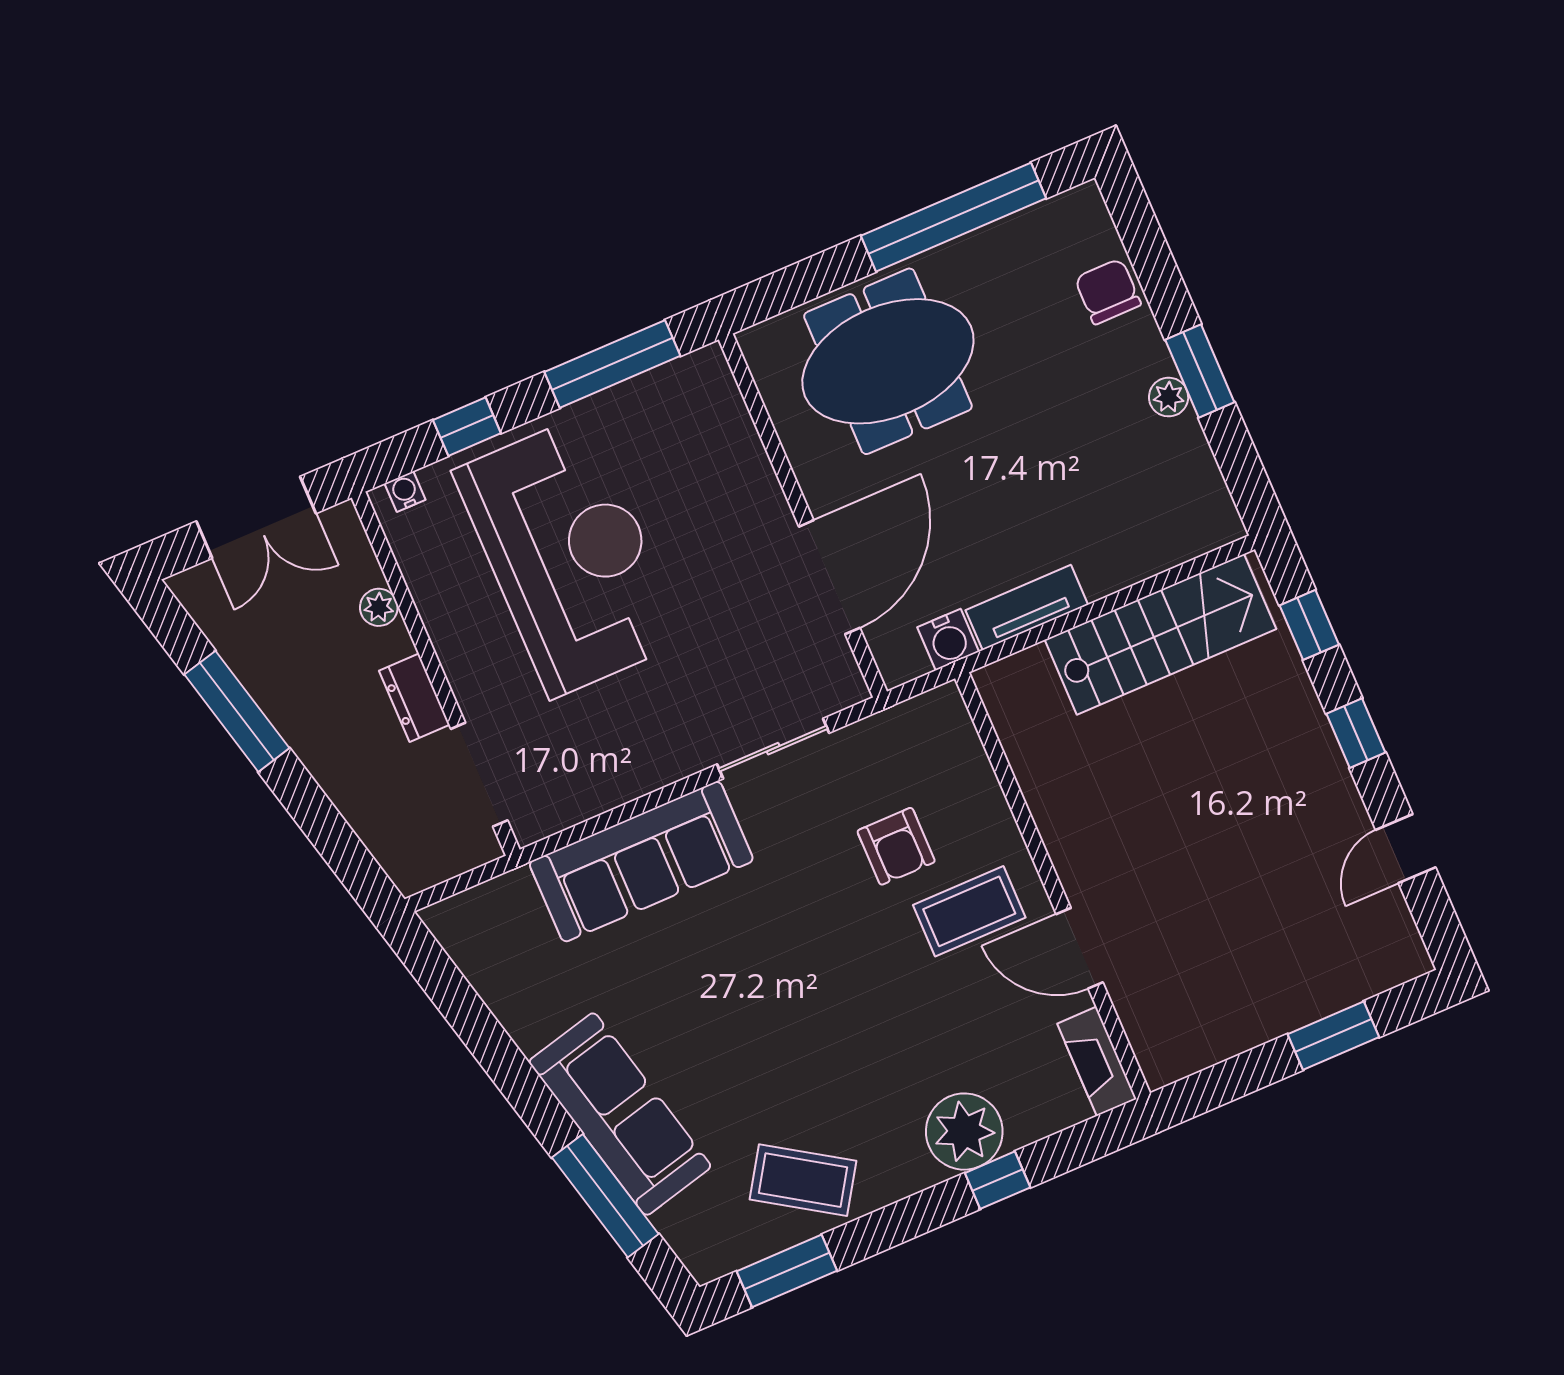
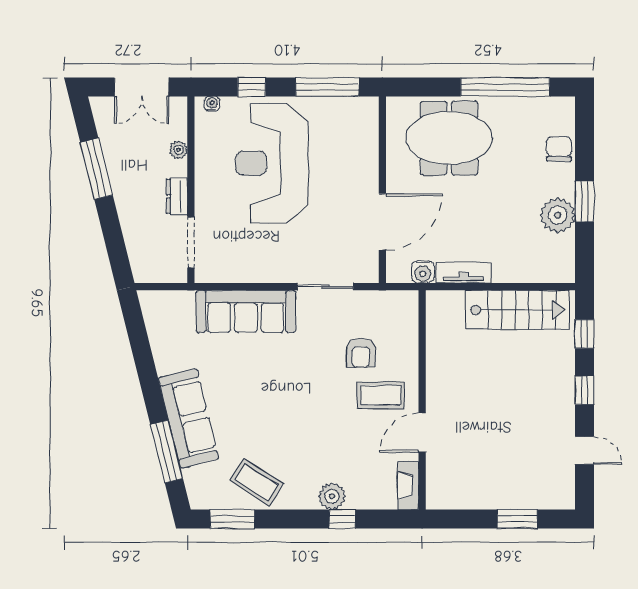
plant: (1169, 397) -> (558, 215), width x1.88, depth x1.88
reception desk: (569, 556) -> (272, 163), turned 180
door: (1406, 849) -> (584, 450), swing flipped
door: (1079, 948) -> (422, 433), hinge flipped
plant: (964, 1132) -> (332, 496), width x0.73, depth x0.73

